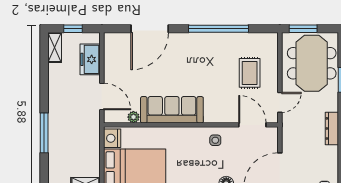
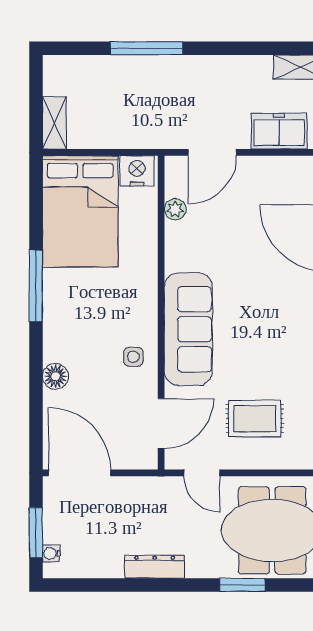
sofa: (172, 110) -> (188, 329), moved

